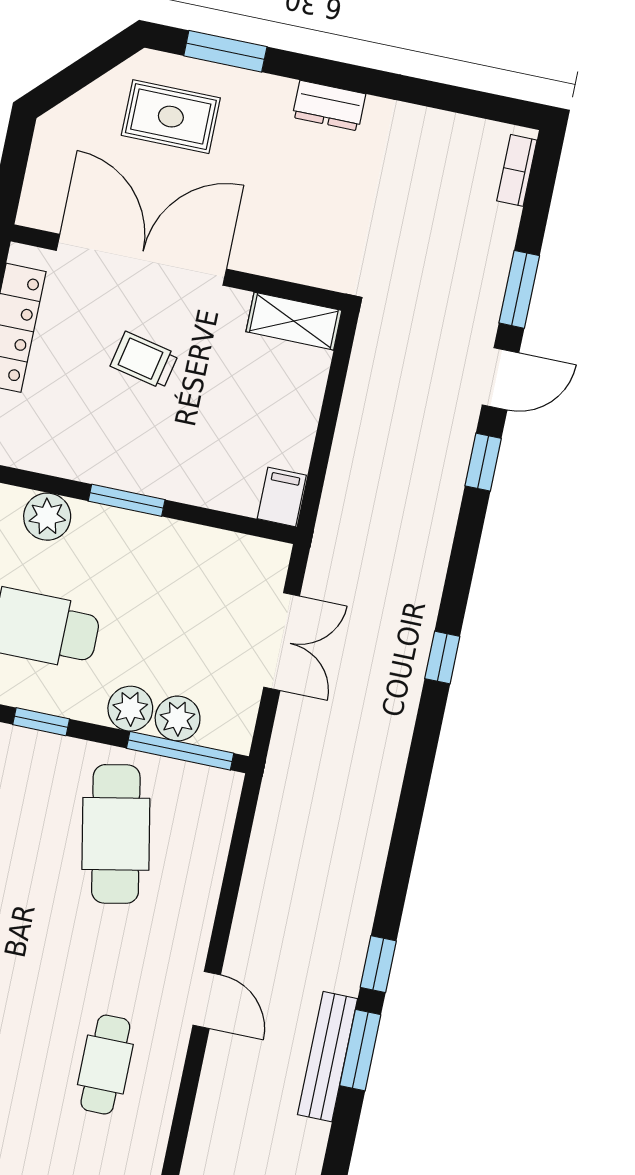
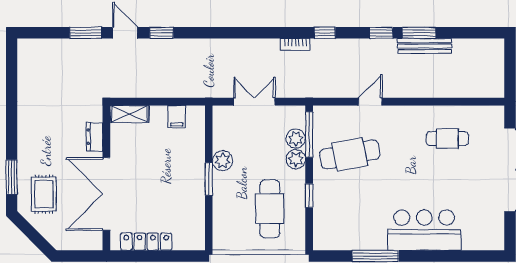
dresser: (329, 106) -> (95, 137), moved, turned 180
bookcase: (517, 170) -> (295, 44), moved
shelving: (294, 321) -> (129, 114), moved, turned 90
trolley: (144, 360) -> (148, 184), removed
filing cabinet: (282, 497) -> (177, 117), moved, turned -90
plant: (47, 517) -> (223, 161), moved
window: (442, 658) -> (325, 33), moved
door: (207, 1000) -> (370, 102), moved

